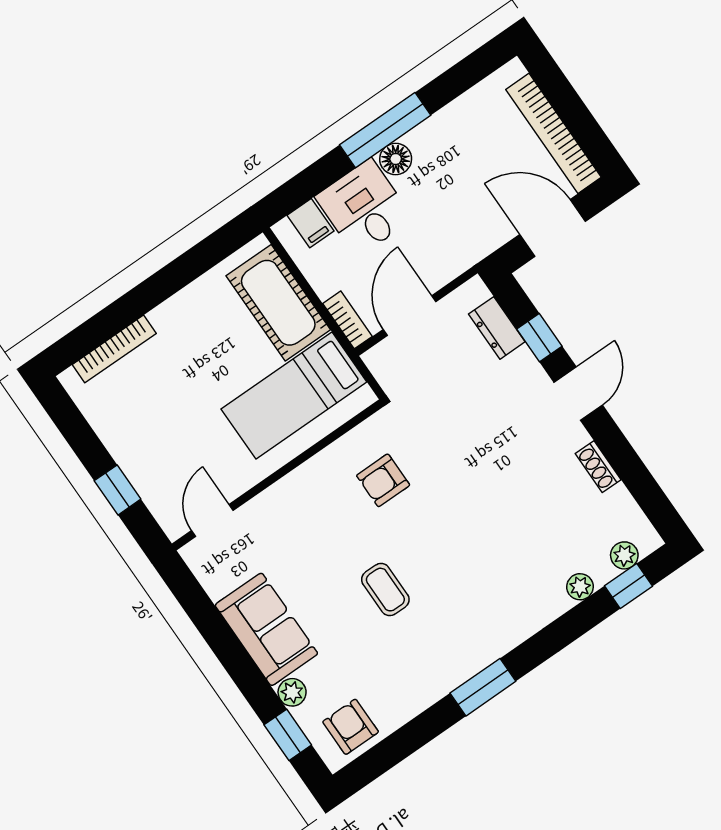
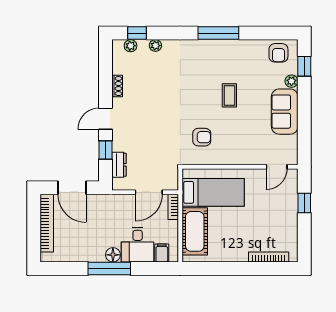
window: (483, 687) -> (218, 33), width x1.44

